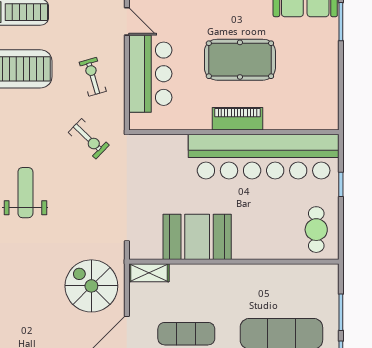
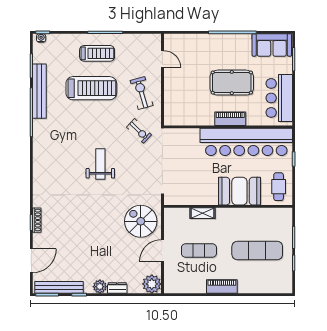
bar counter: (150, 74) -> (279, 98), moved, turned 180
exercise bike: (93, 77) -> (142, 93), width x1.38, depth x1.39
booth: (197, 237) -> (239, 191), moved
shelving: (149, 273) -> (202, 213), moved

